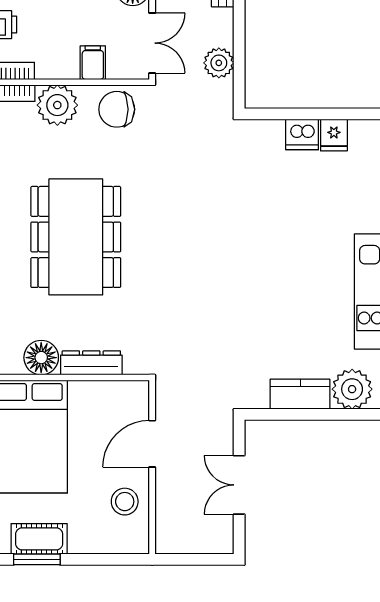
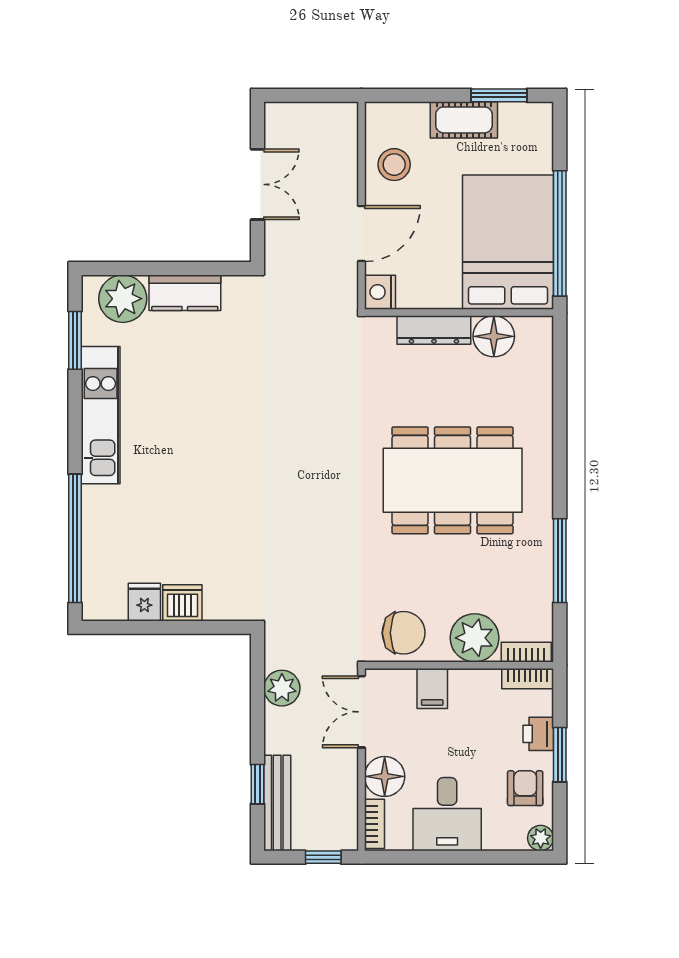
dining table: (76, 237) -> (453, 480), turned 90
nightstand: (137, 395) -> (380, 292), added
cot: (39, 539) -> (464, 120), moved

